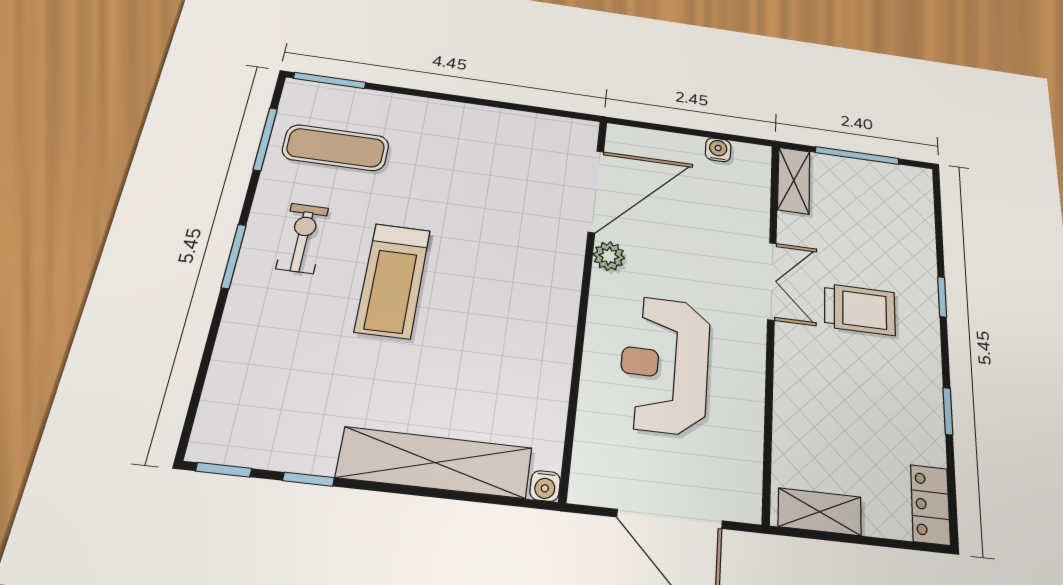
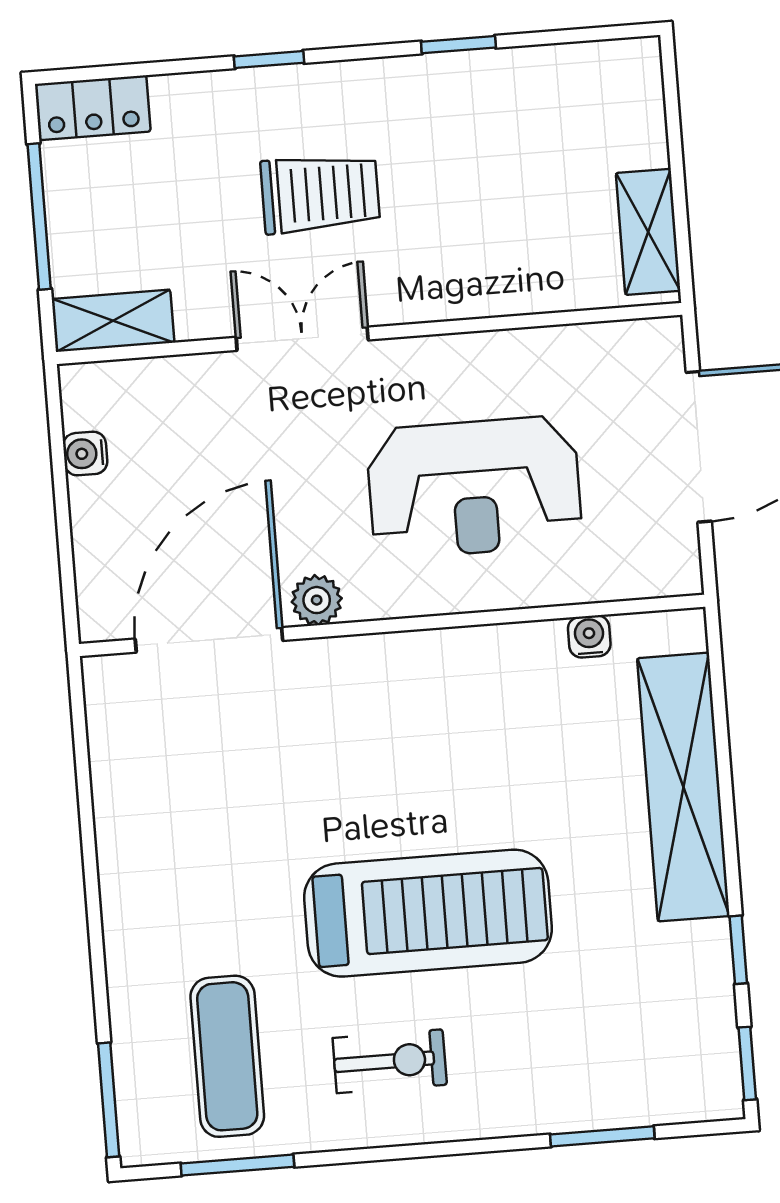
door: (596, 191) -> (209, 640), hinge flipped
exercise bike: (302, 238) -> (390, 1061), turned 180
window: (234, 256) -> (602, 1136), moved
treadmill: (393, 280) -> (428, 913), width x1.37, depth x1.38
trolley: (860, 309) -> (320, 194), turned 90
water cooler: (545, 486) -> (589, 636), moved, turned -90
locker: (930, 505) -> (93, 108), moved

